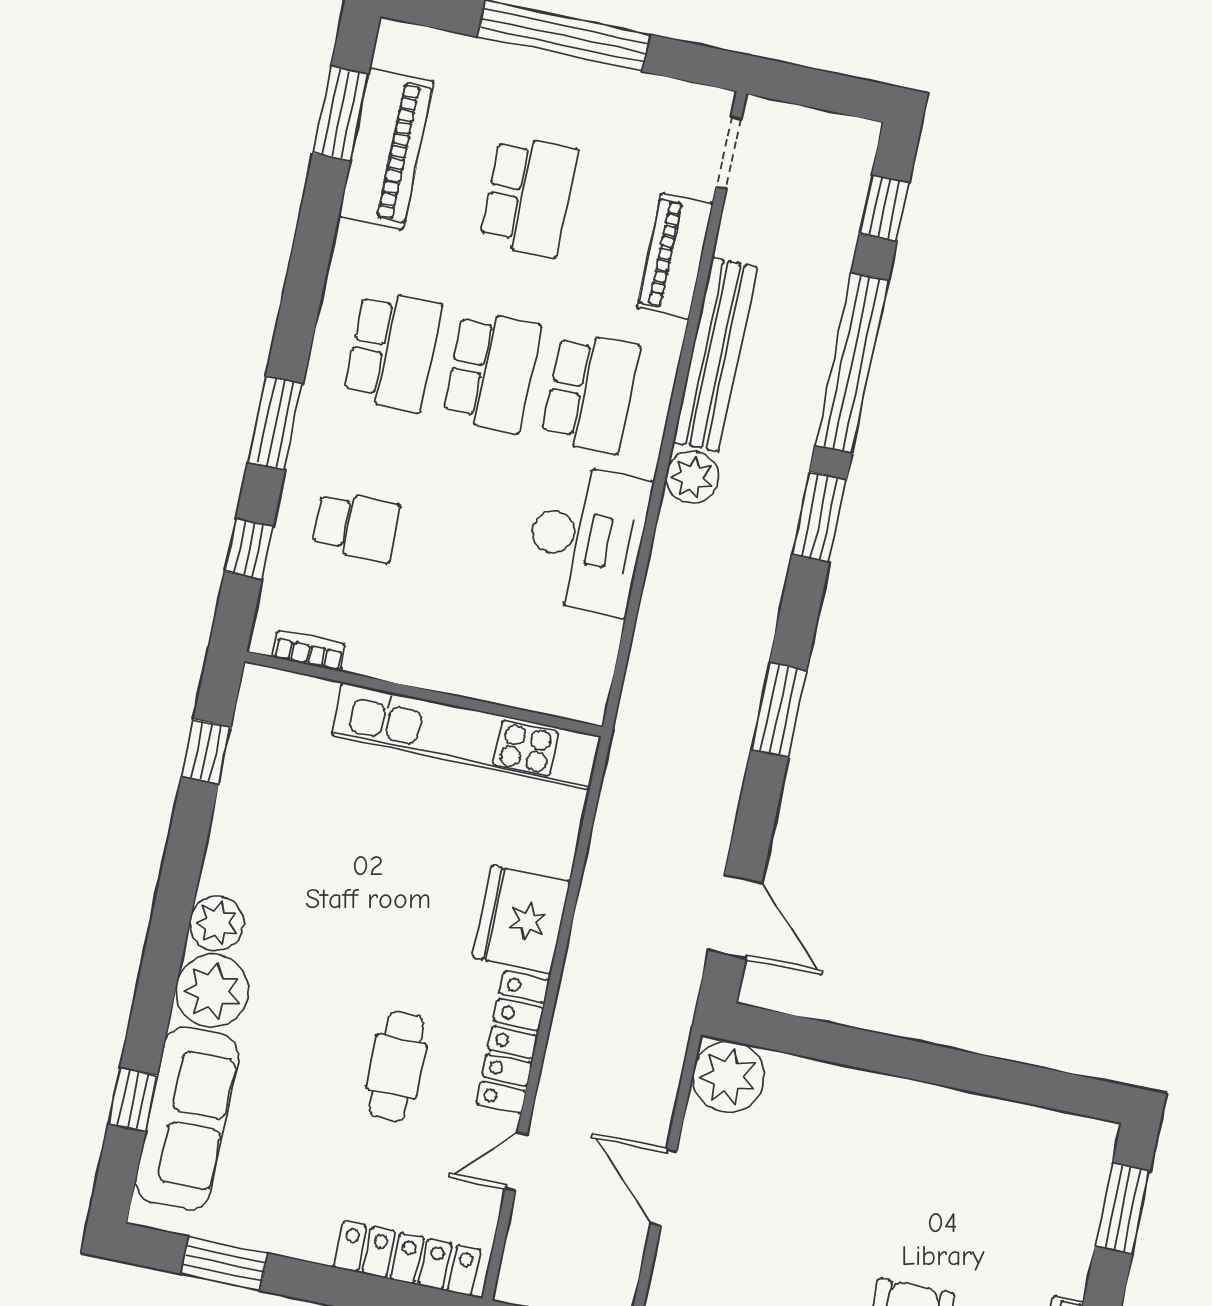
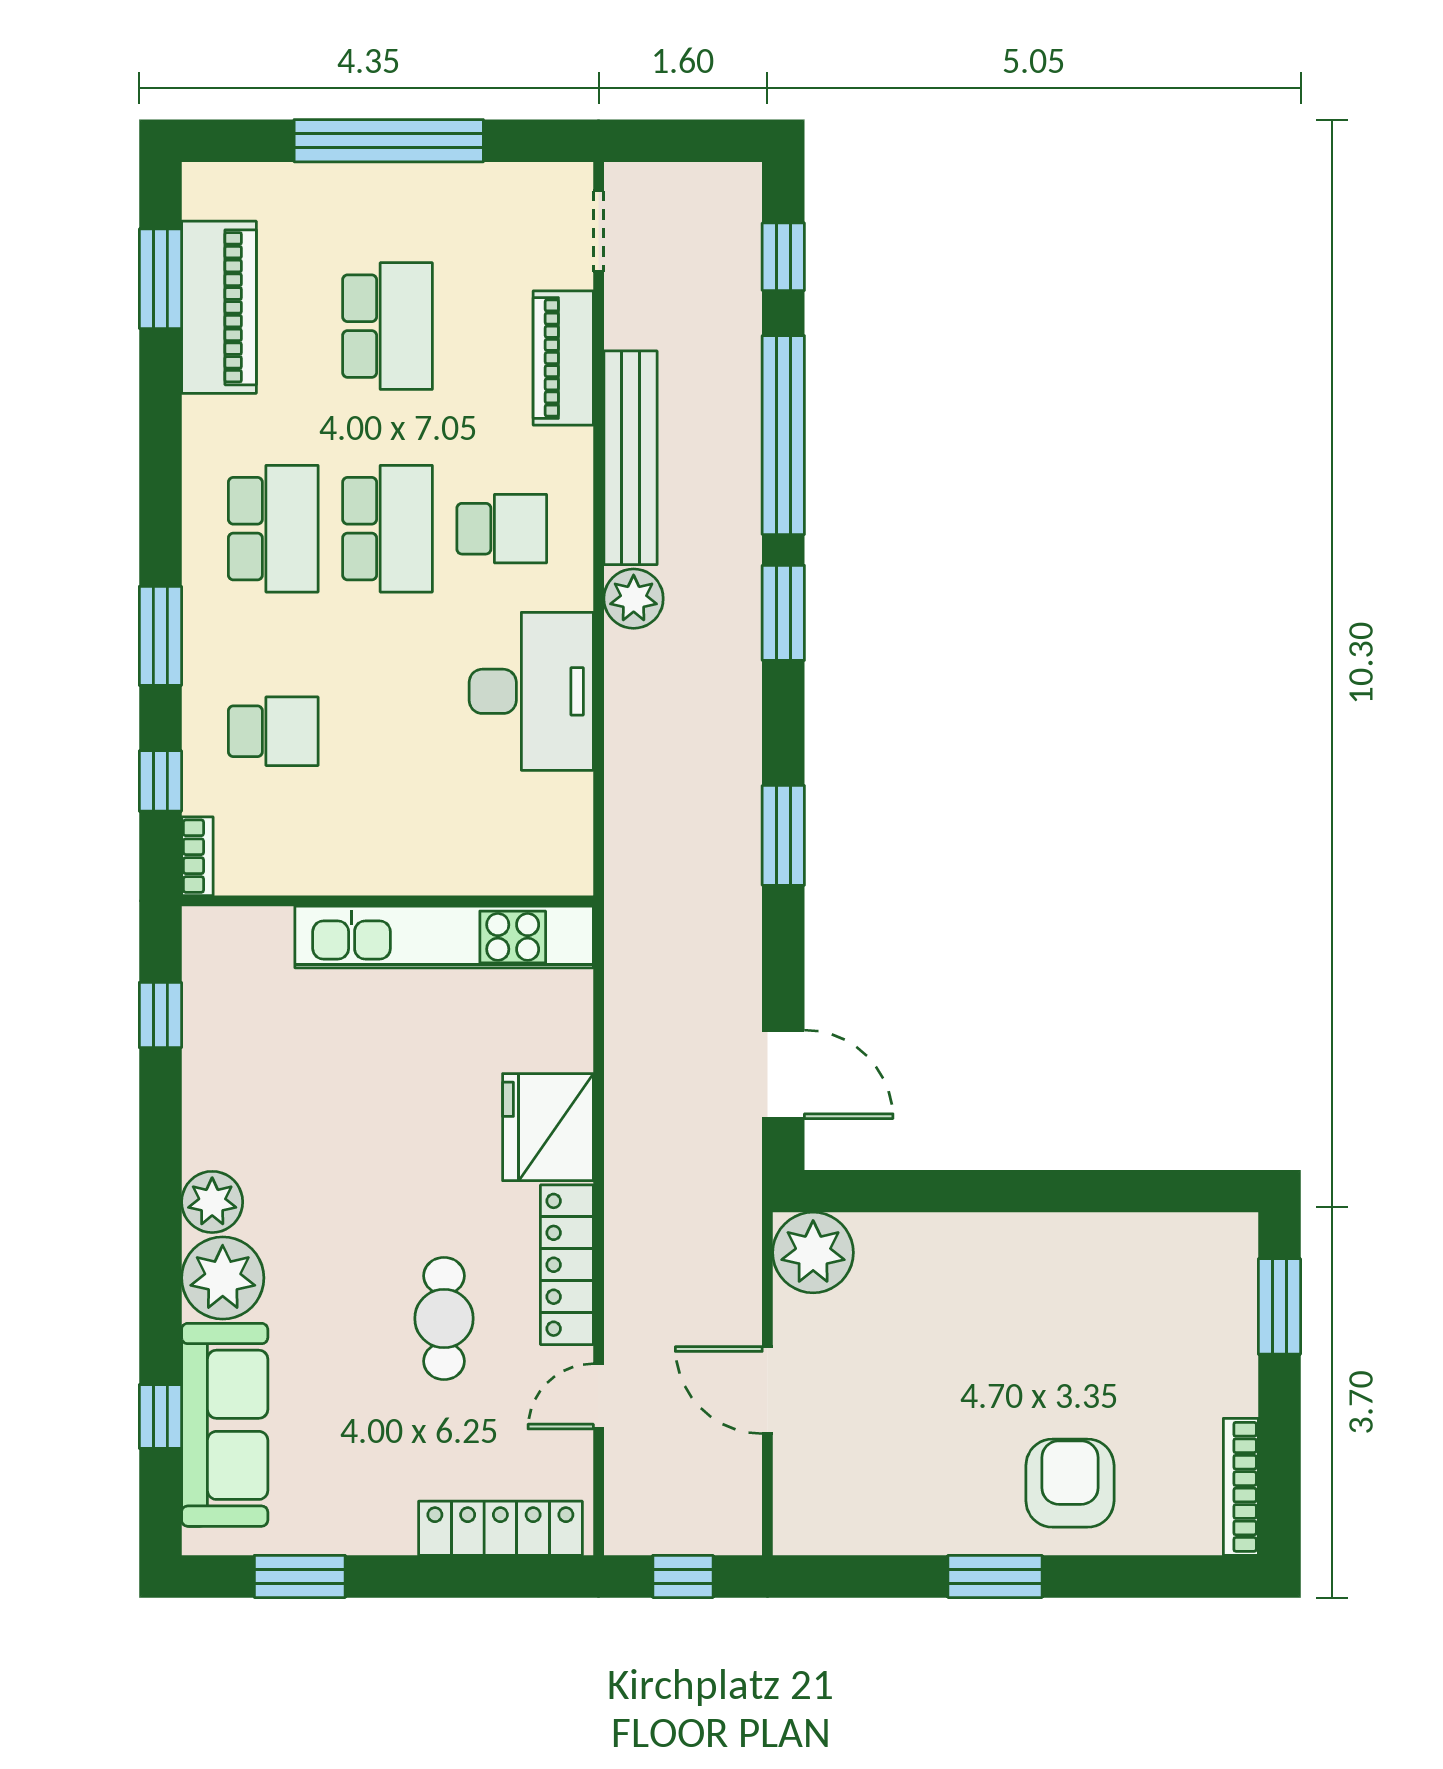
school desk: (591, 392) -> (502, 529), width x0.54
bookcase: (309, 651) -> (197, 856), moved, turned 90

